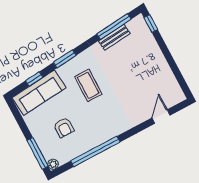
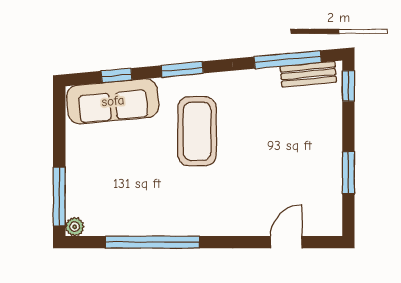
bench: (114, 37) -> (308, 74), moved
window: (173, 66) -> (348, 173), added
coffee table: (88, 85) -> (197, 131), width x1.36, depth x1.32
armchair: (64, 127) -> (123, 177), removed

